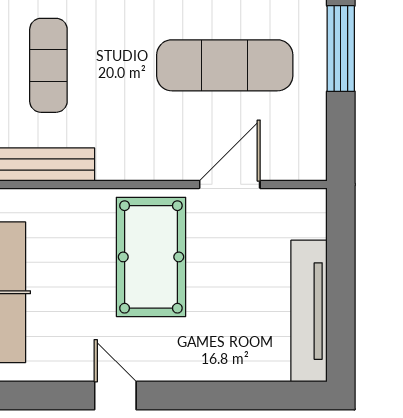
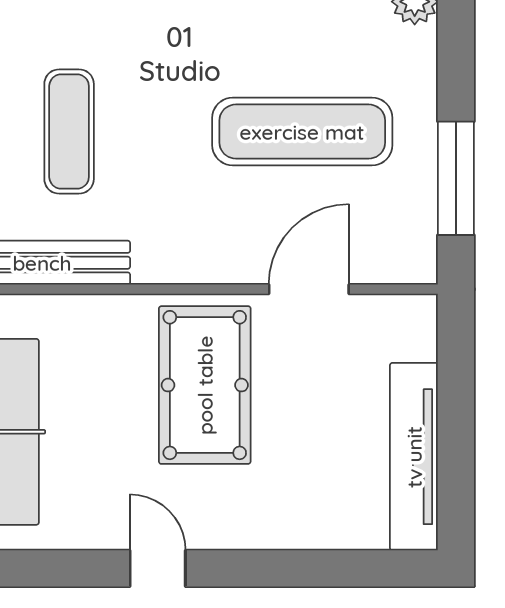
window: (341, 49) -> (456, 178), moved

